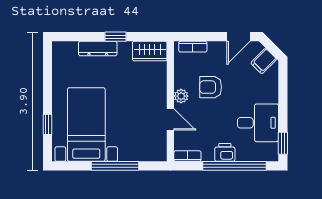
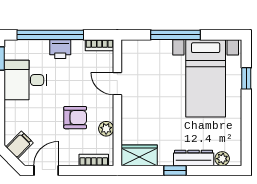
plant: (71, 48) -> (222, 159), added
plant: (181, 96) -> (106, 129), moved

